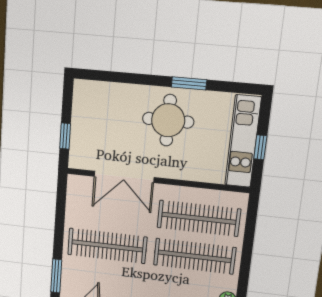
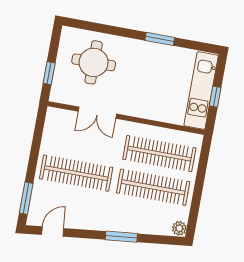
round table: (168, 120) -> (94, 62), moved
double door: (124, 177) -> (97, 113), width x0.73

